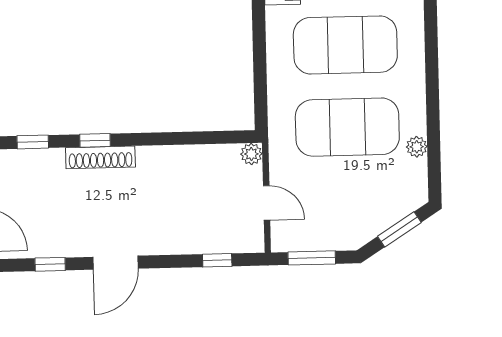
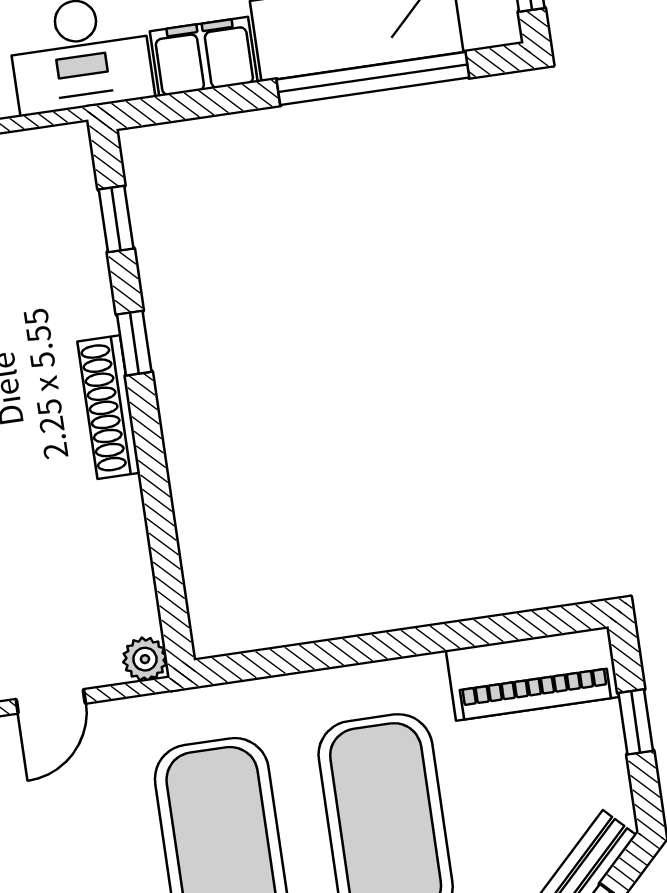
shoe rack: (100, 157) -> (109, 407), moved

